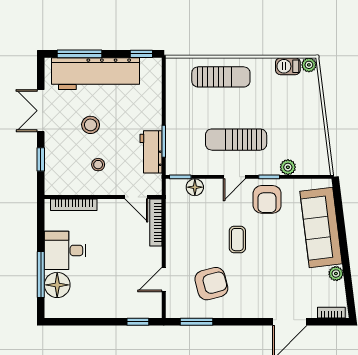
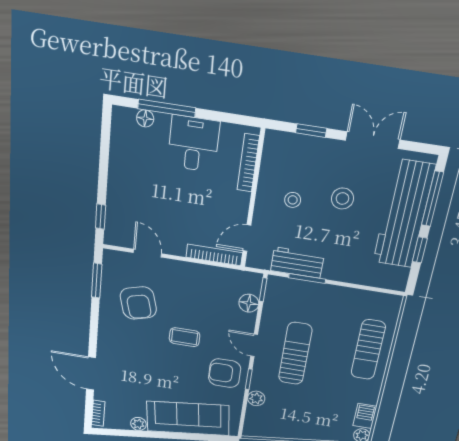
window: (141, 54) -> (420, 250), moved
floor lamp: (57, 285) -> (145, 118), width x0.53, depth x0.53

